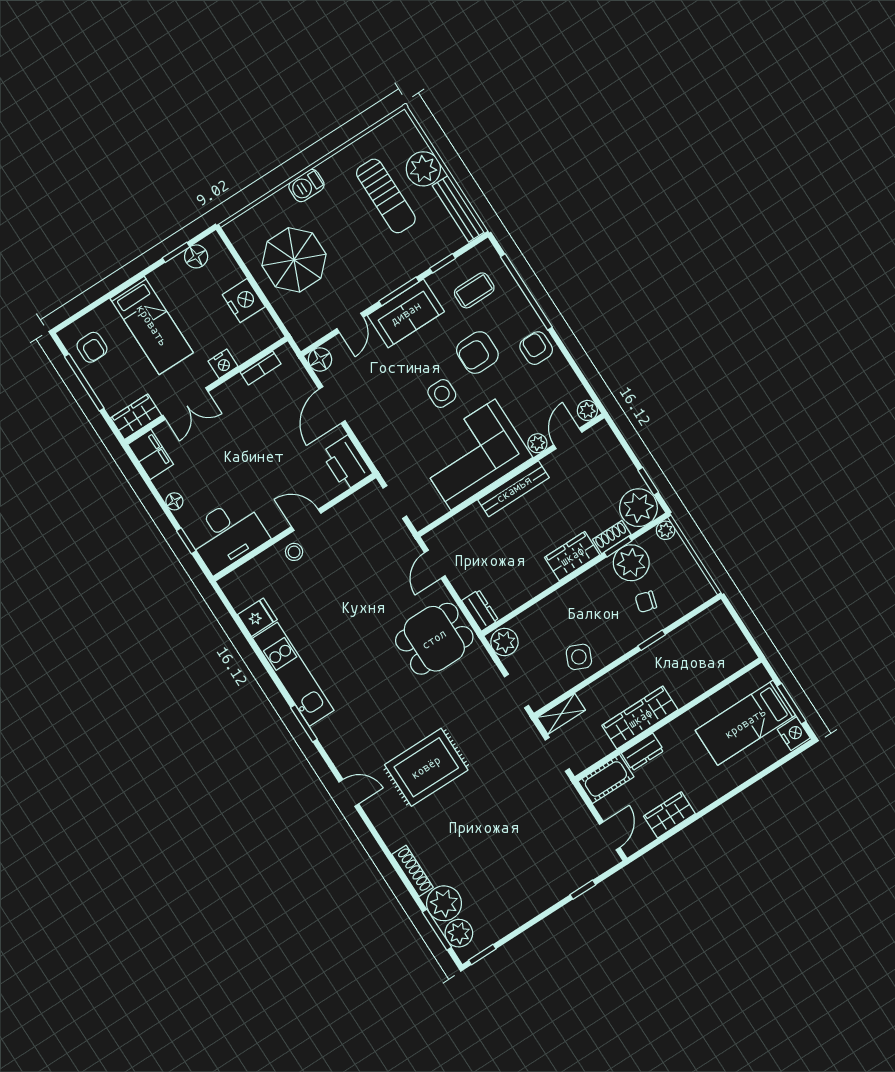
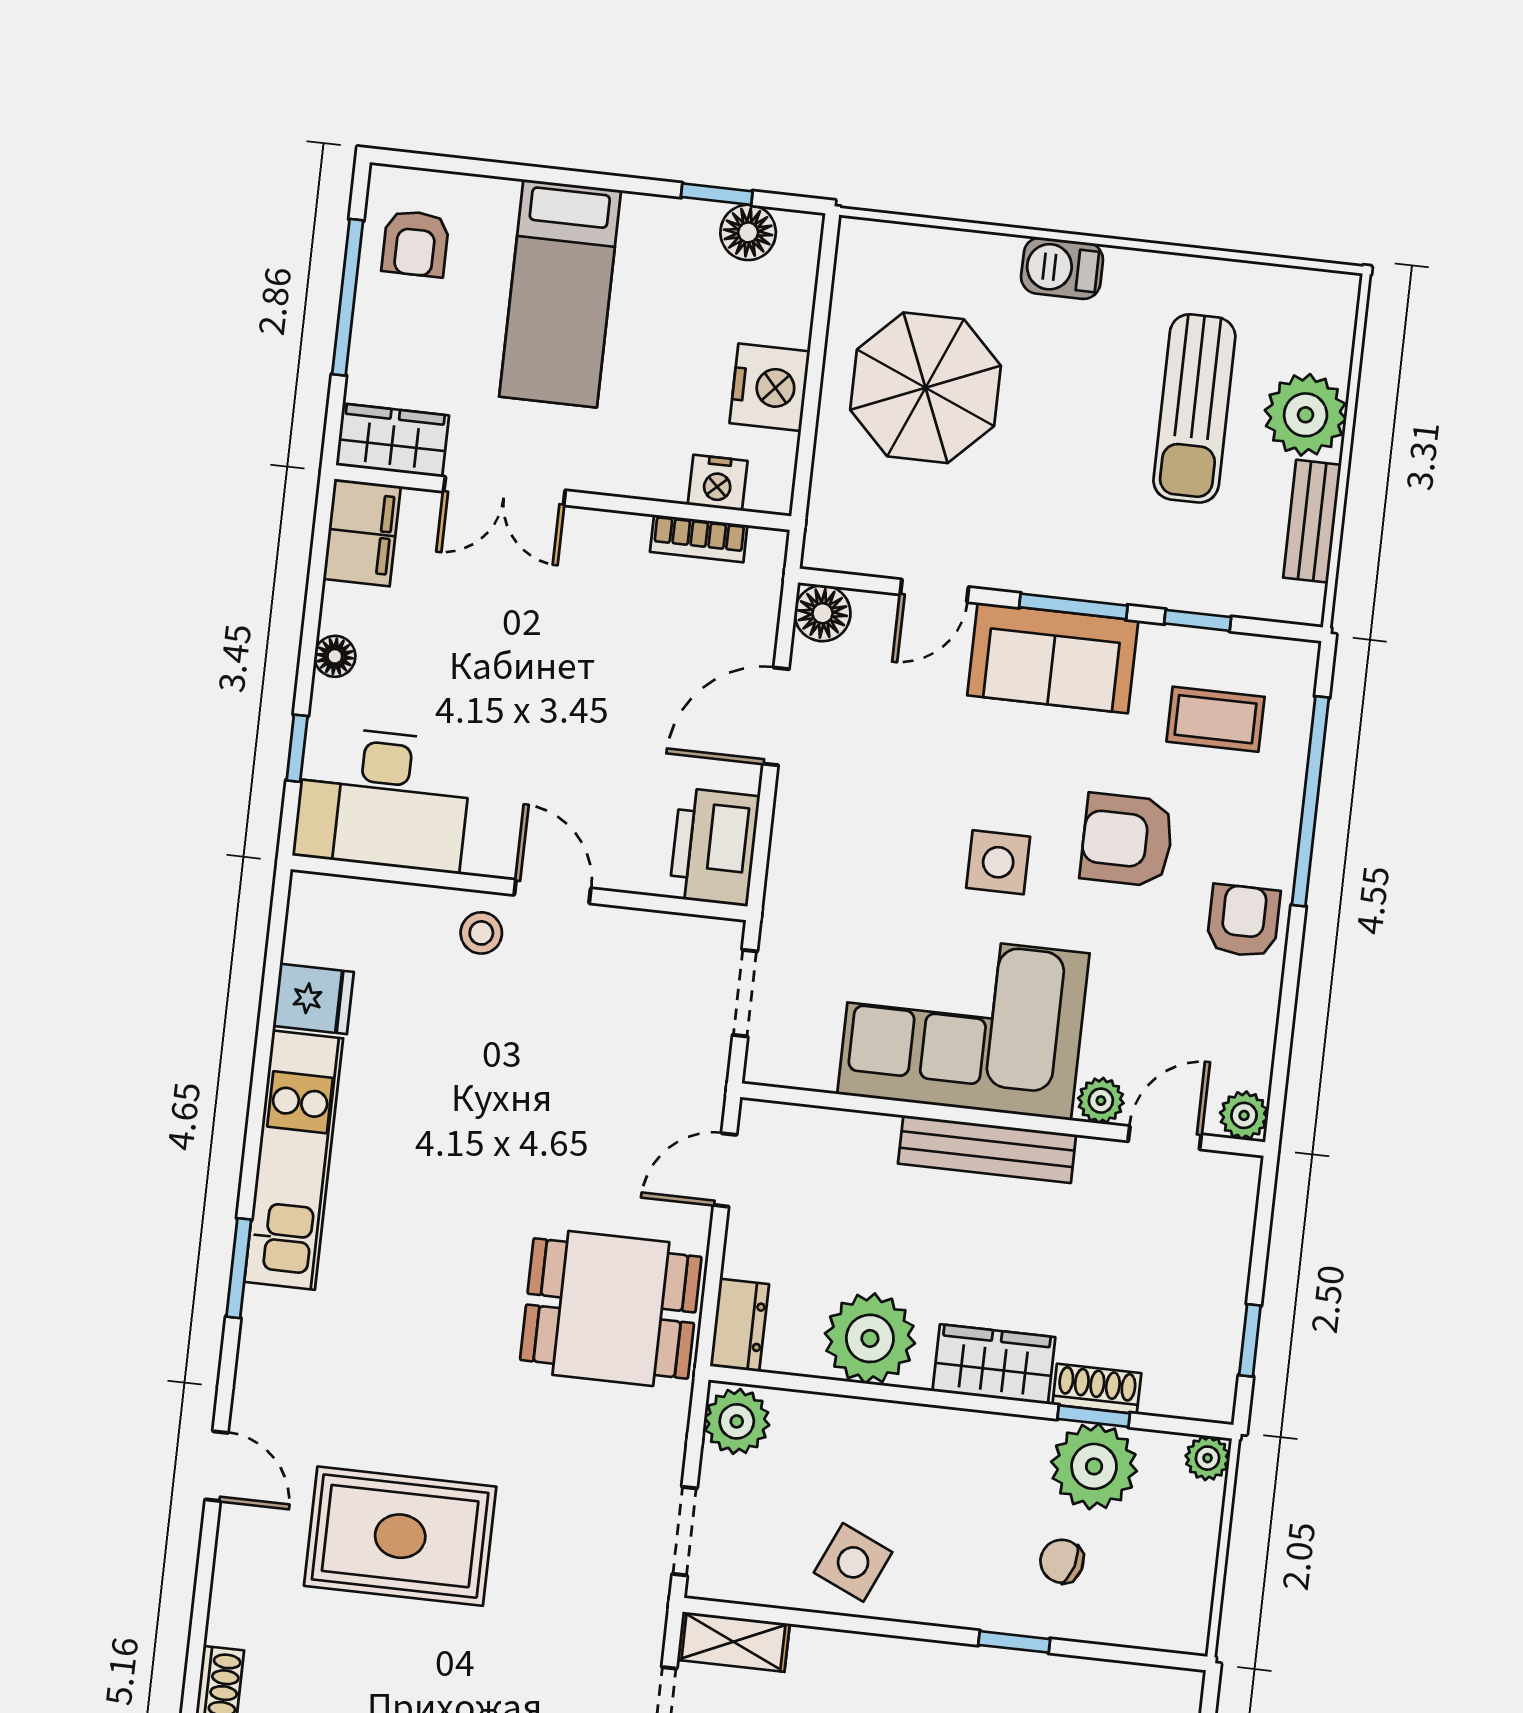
bench: (458, 209) -> (1312, 521), width x0.73
nightstand: (223, 364) -> (718, 483), moved
plant: (638, 508) -> (870, 1338), moved

